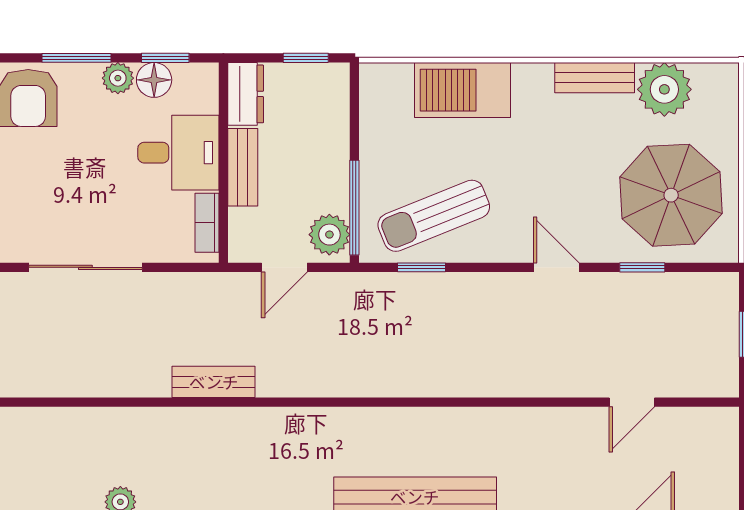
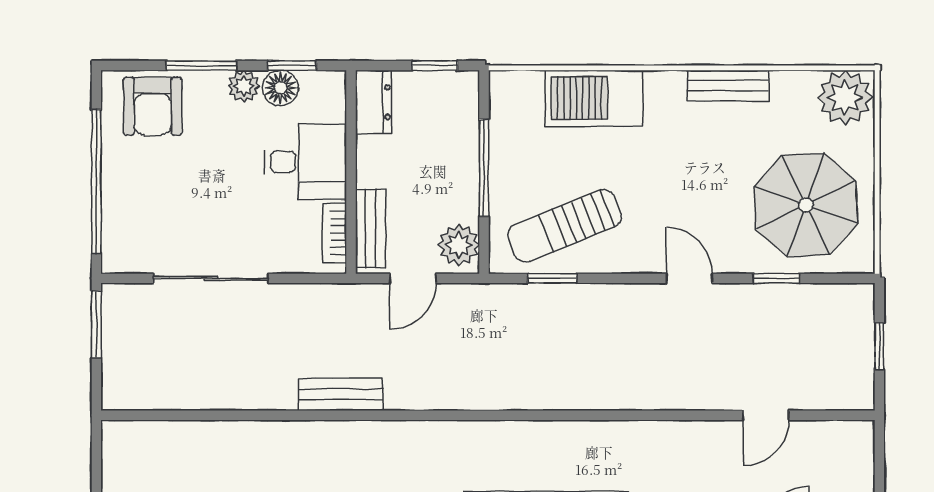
plant: (664, 89) -> (845, 97), moved
bench: (243, 167) -> (371, 228), moved
window: (354, 208) -> (484, 168), moved

